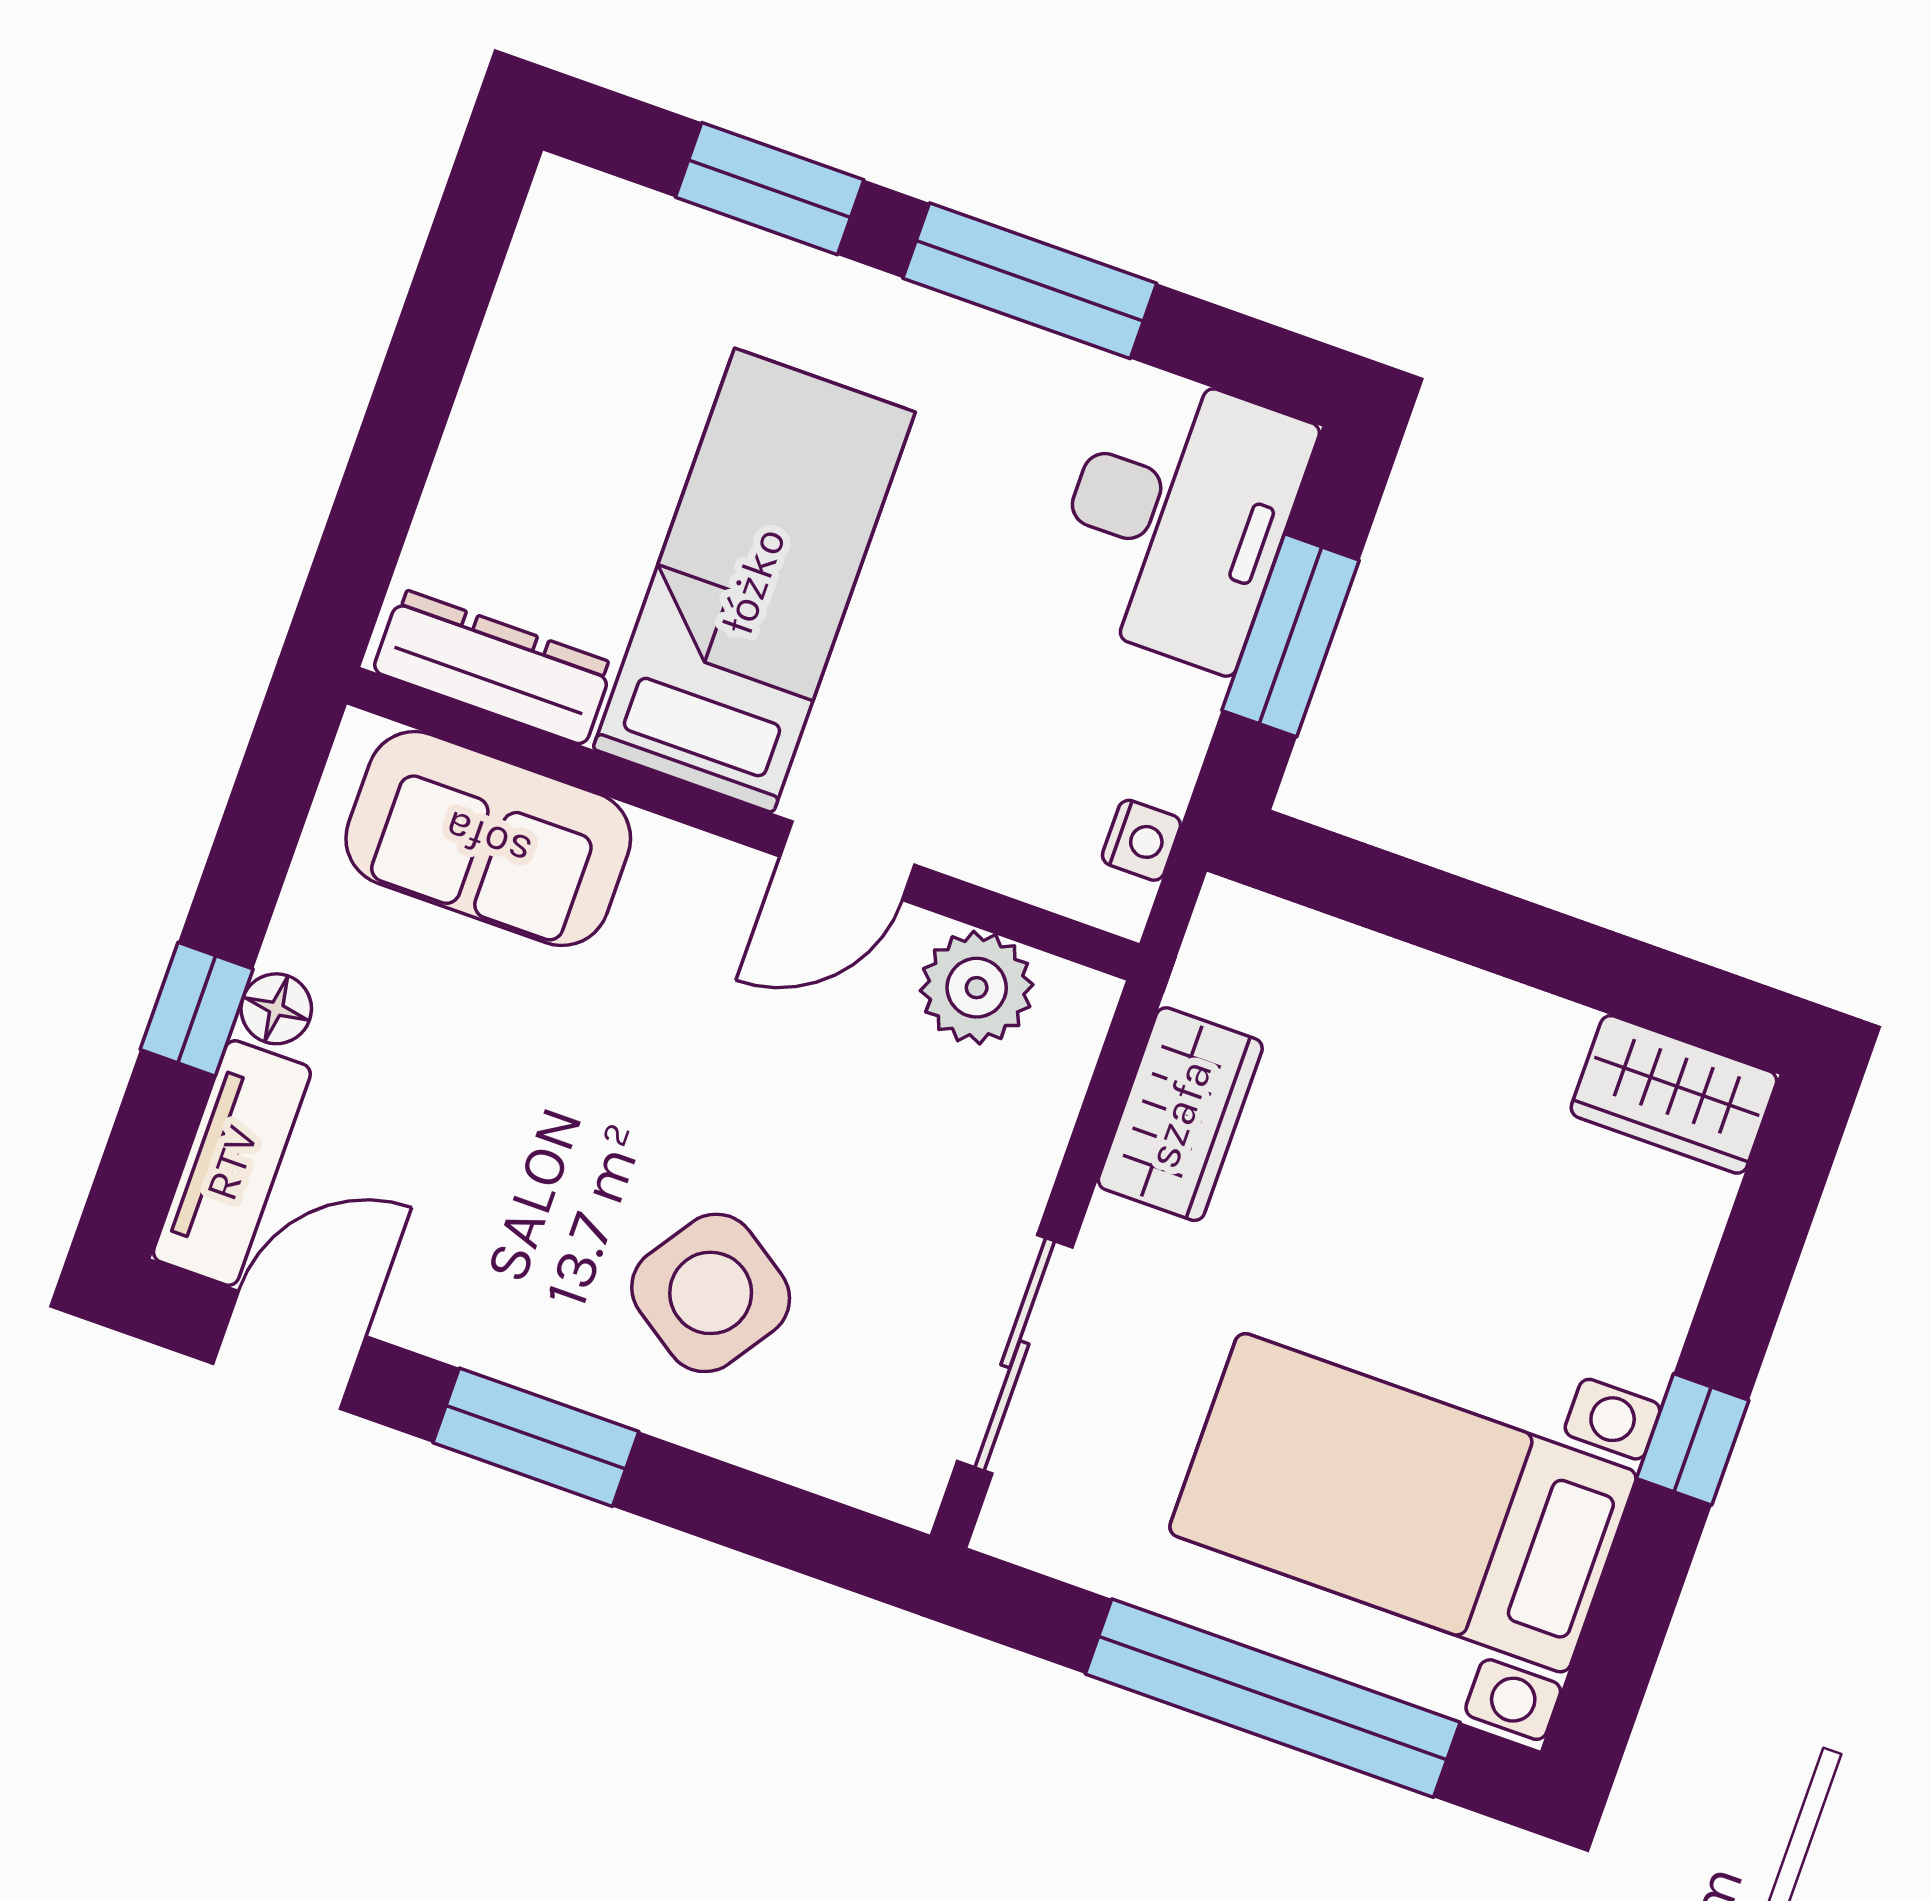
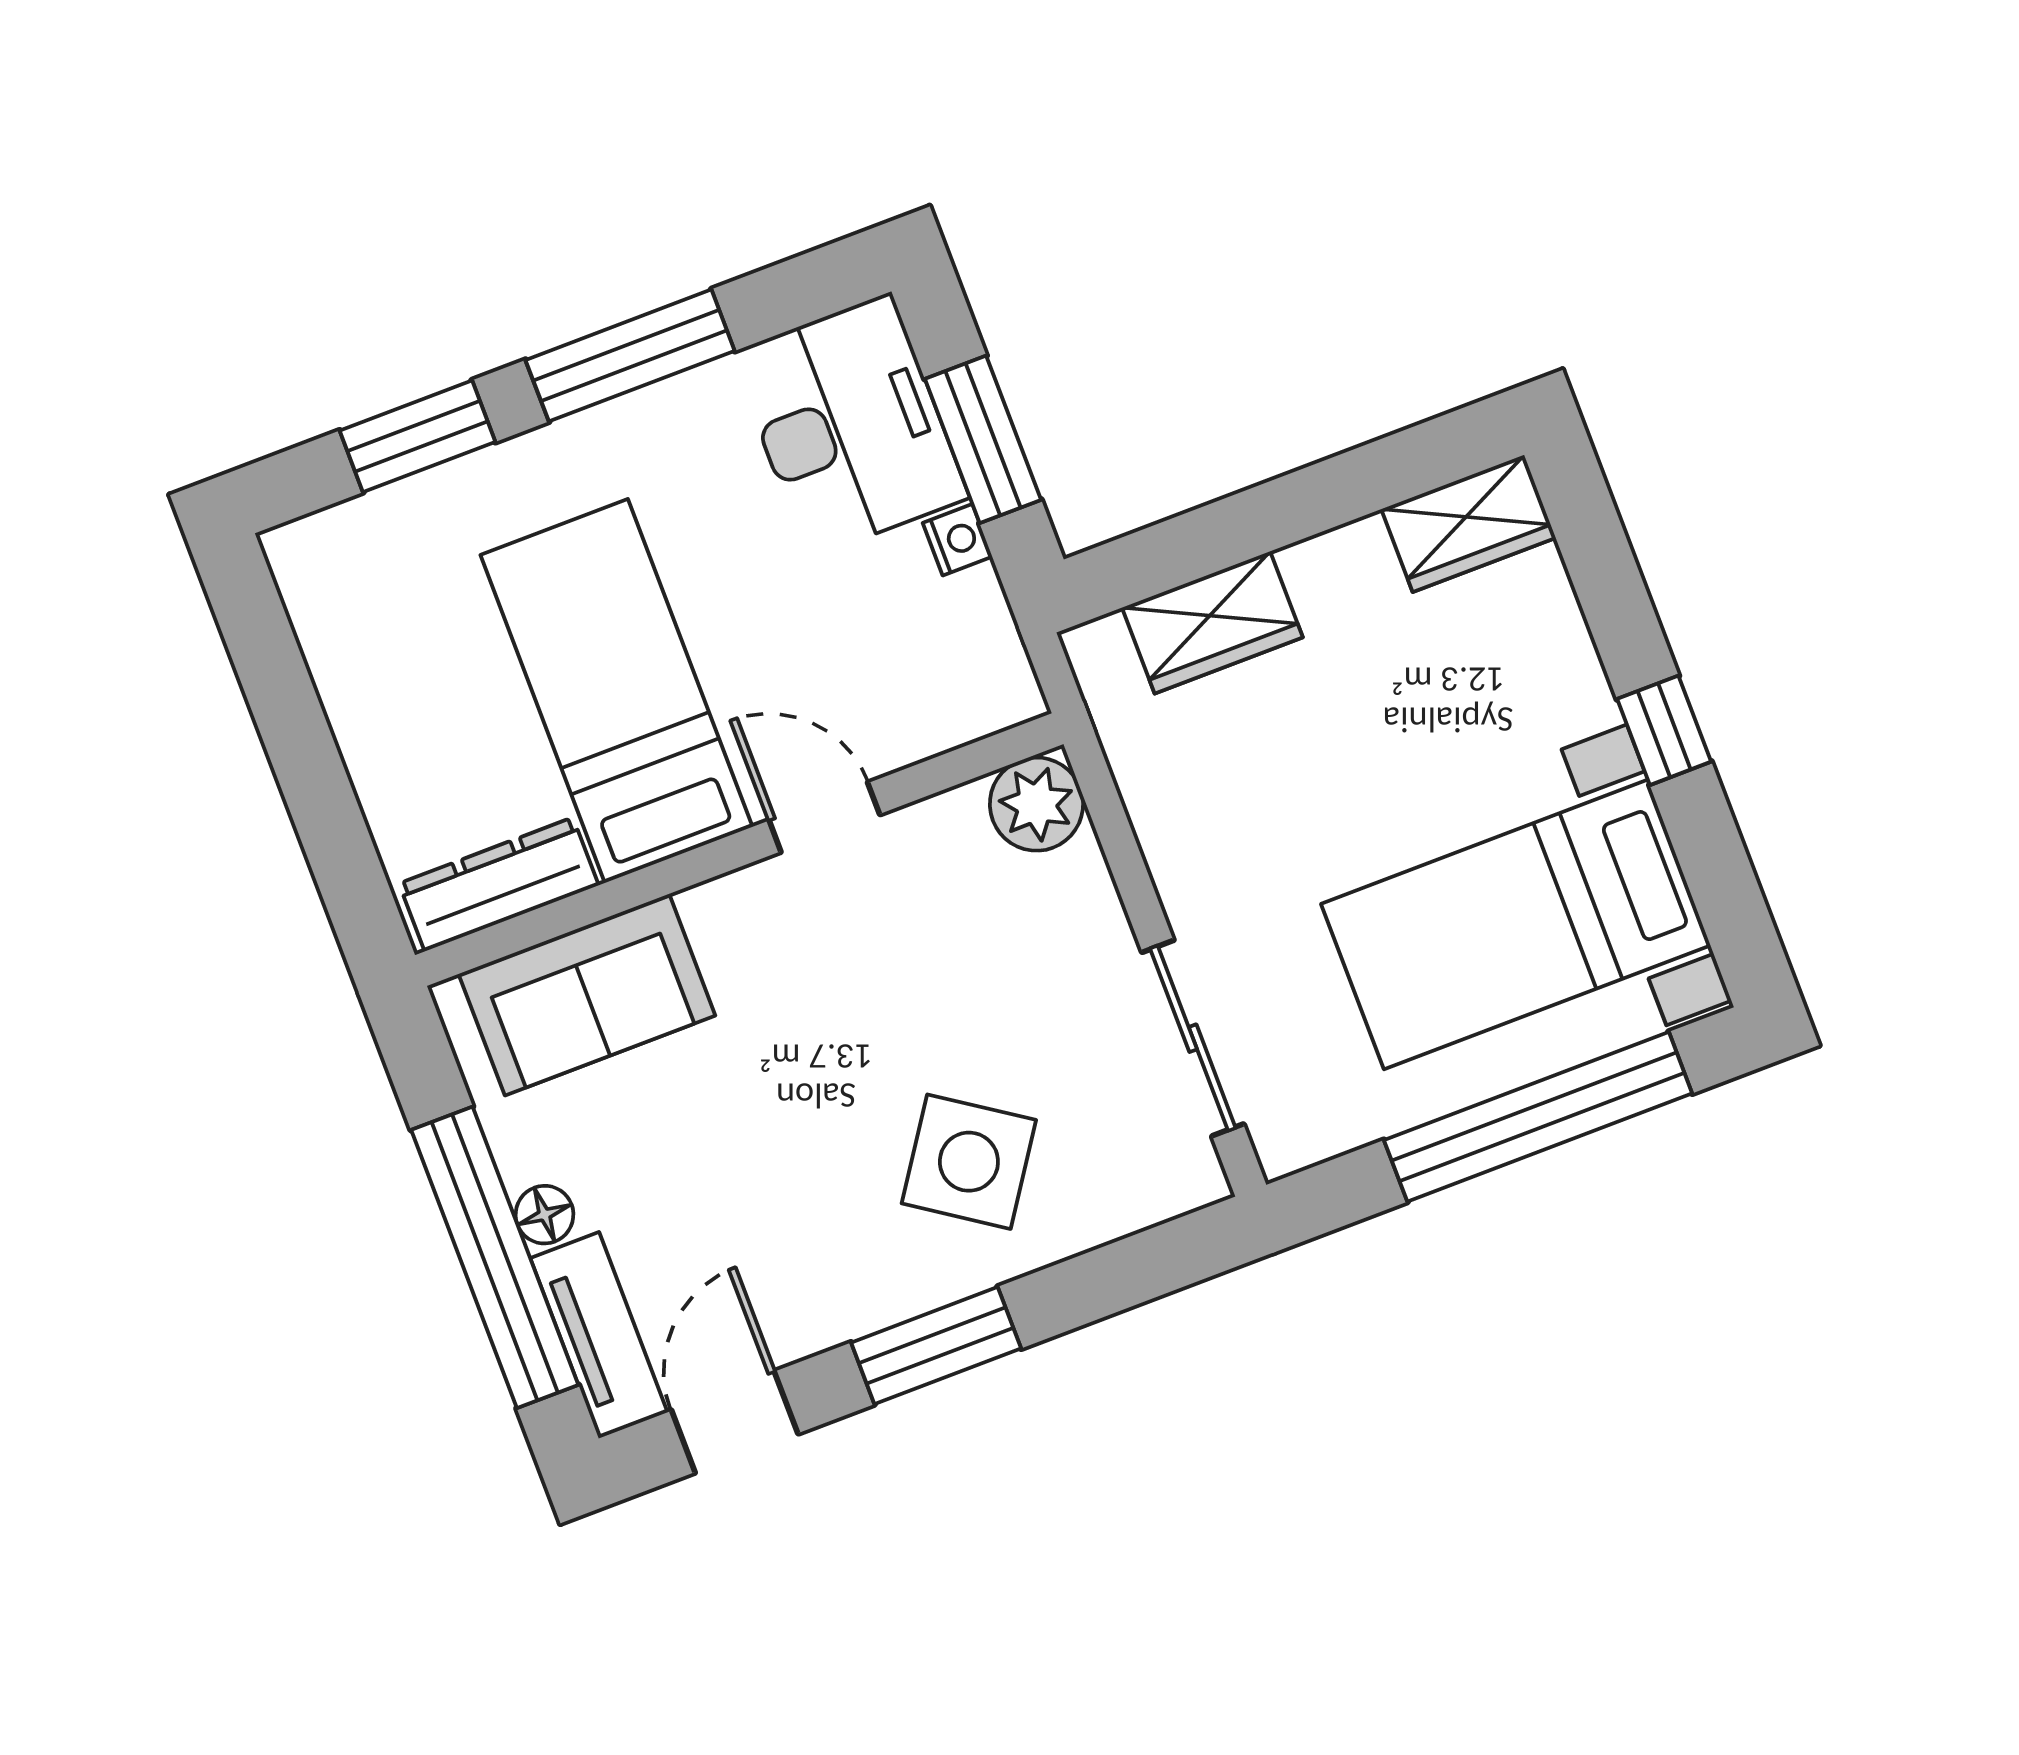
nightstand: (1141, 840) -> (957, 540), moved
door: (847, 861) -> (824, 817), swing flipped
plant: (977, 988) -> (1036, 804), moved
window: (197, 1009) -> (495, 1257), width x3.17
wardrobe: (1180, 1114) -> (1212, 623), moved, turned 90

